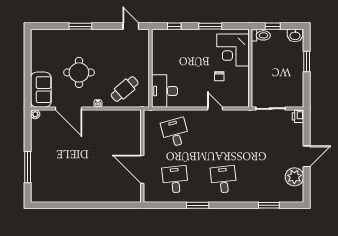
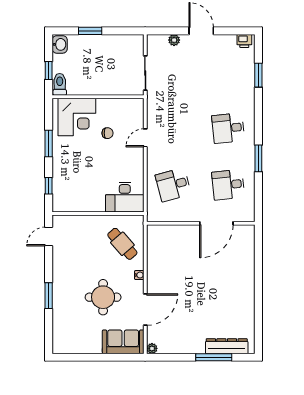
printer: (298, 116) -> (244, 41), moved
plant: (294, 177) -> (174, 40), moved, width x0.53, depth x0.53
dresser: (37, 178) -> (227, 346), added

